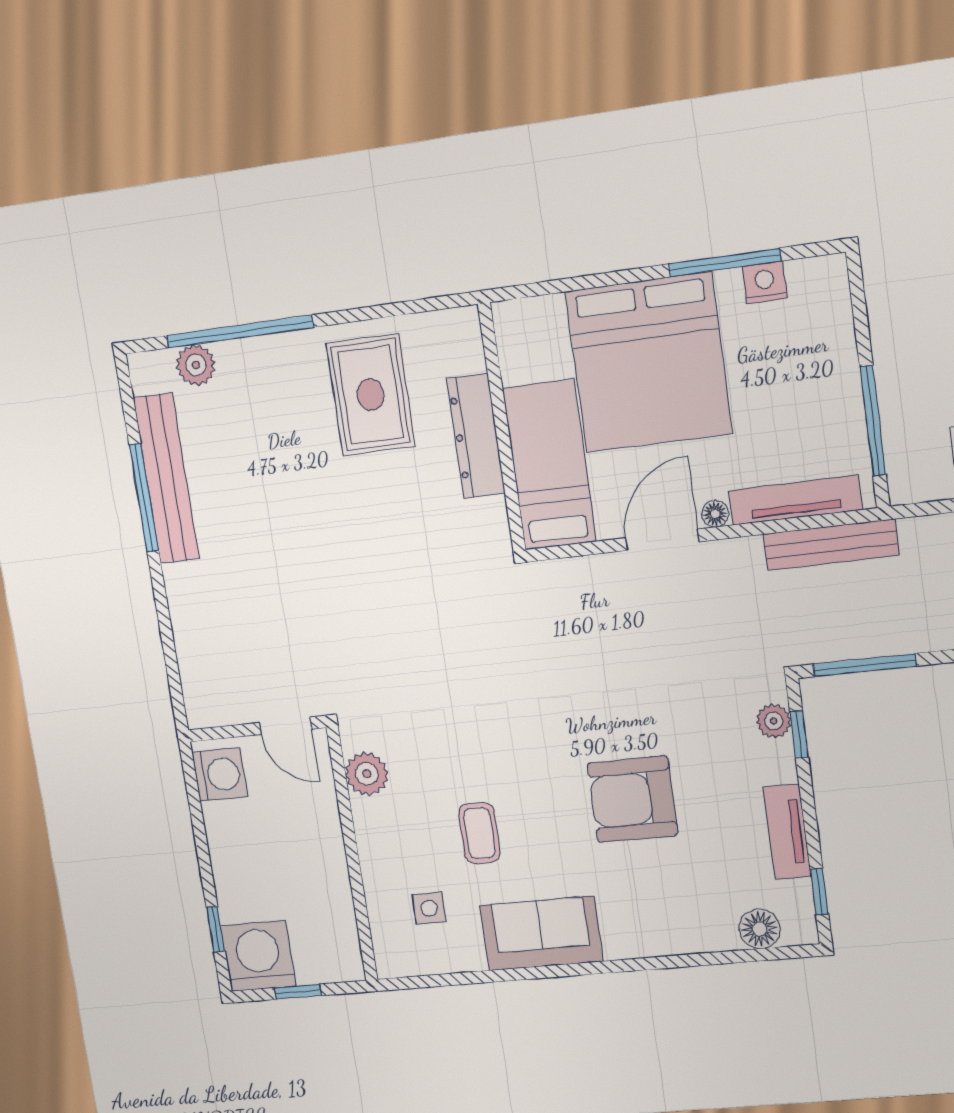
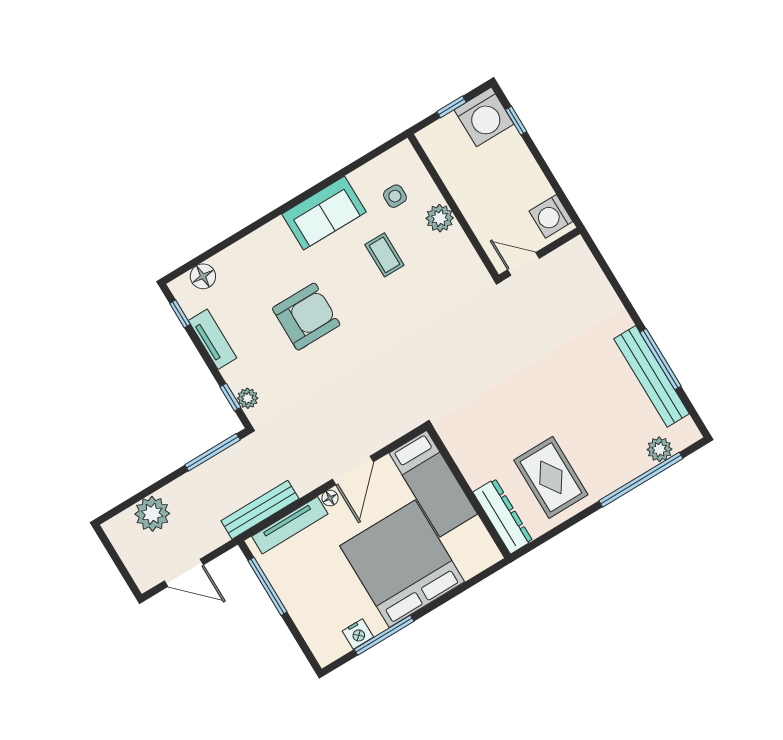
dresser: (476, 436) -> (503, 516), moved
plant: (367, 774) -> (440, 218), moved

